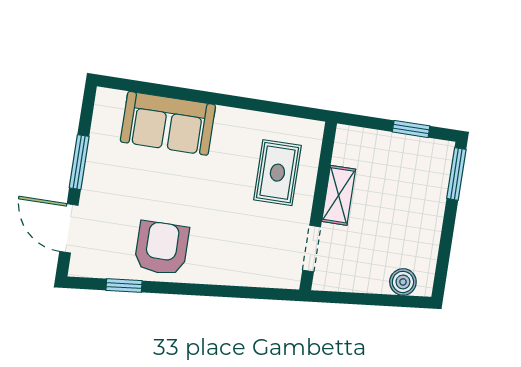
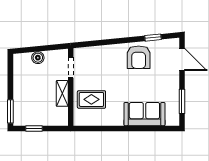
window: (79, 162) -> (182, 101), moved
rug: (277, 173) -> (91, 99), turned 90
boiler: (403, 282) -> (38, 58), moved

